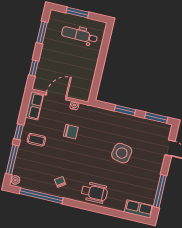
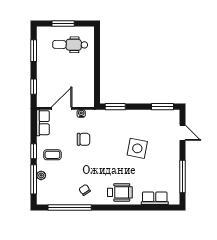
window: (125, 110) -> (115, 107), moved
plant: (15, 180) -> (41, 175), moved
row of seats: (139, 209) -> (155, 198), moved

